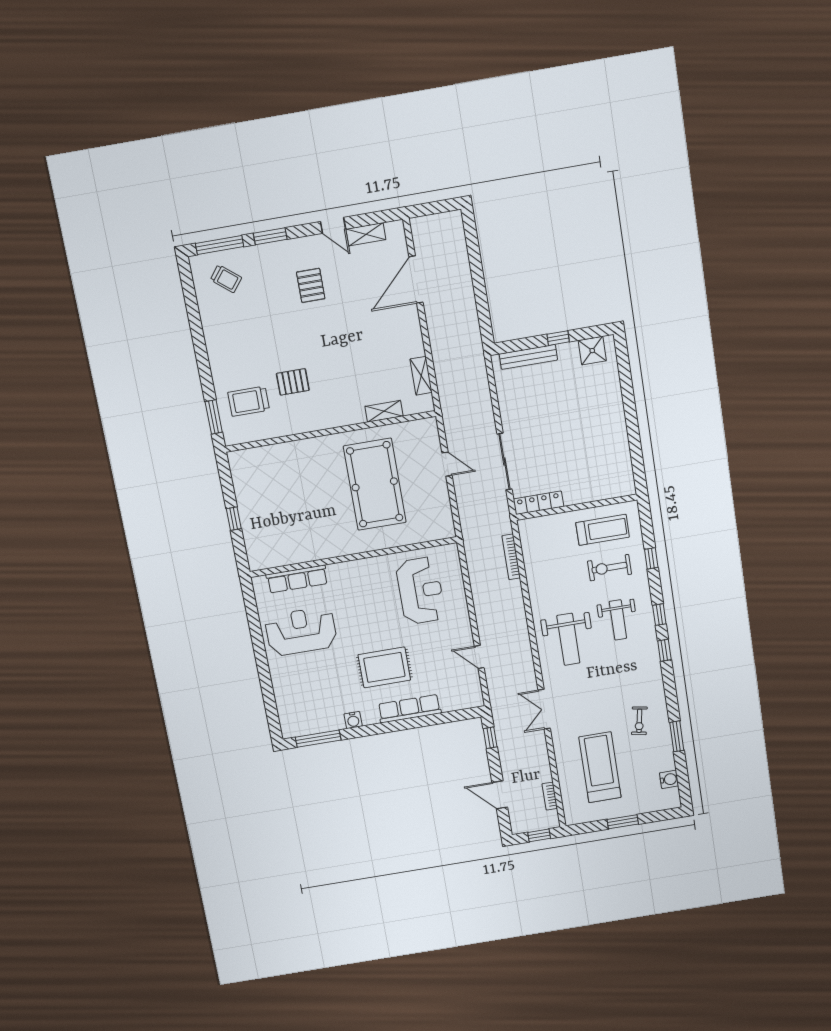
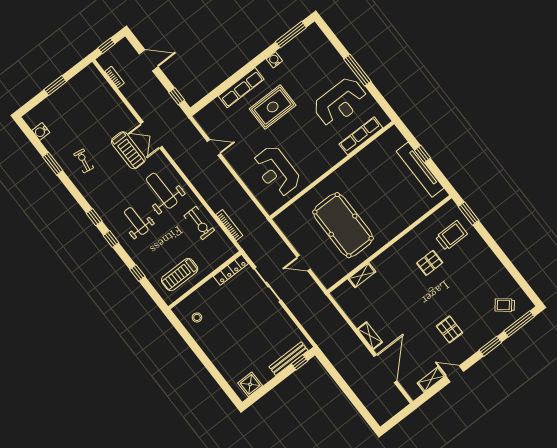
window: (558, 338) -> (300, 362), moved
shelving: (421, 376) -> (370, 336), moved
stool: (611, 467) -> (197, 317), added
tv unit: (246, 501) -> (420, 170), added
exercise bike: (609, 568) -> (199, 223), moved, turned 90
window: (261, 658) -> (357, 70), added
double door: (544, 709) -> (151, 135), swing flipped
treadmill: (600, 767) -> (128, 150), moved, width x0.73, depth x0.73

